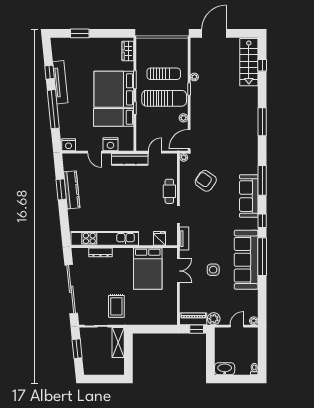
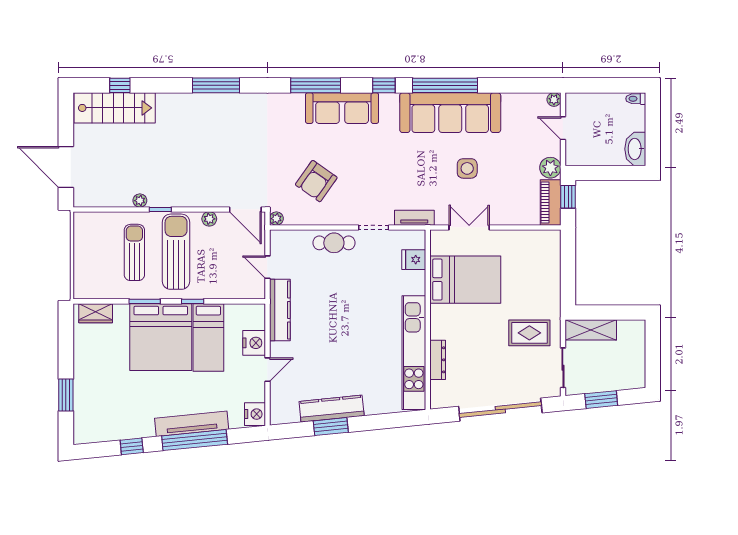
tv unit: (60, 82) -> (192, 424), moved

